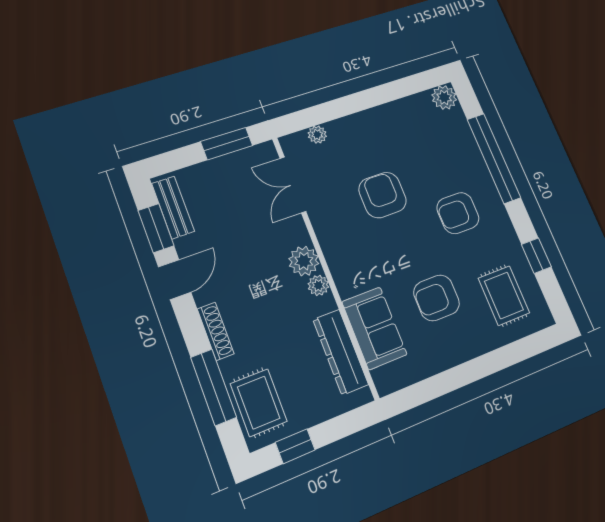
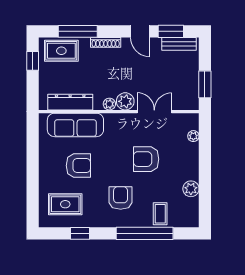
plant: (444, 97) -> (191, 189), moved
coffee table: (455, 145) -> (160, 214), added
double door: (293, 185) -> (154, 112), moved
armchair: (383, 195) -> (146, 159), turned 180
armchair: (437, 298) -> (78, 166), turned 90
sofa: (374, 328) -> (75, 125), width x1.36

